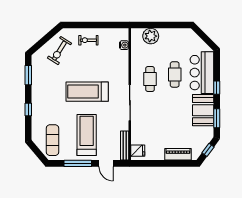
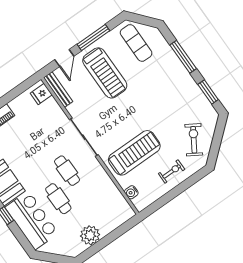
plant: (151, 36) -> (90, 235), moved
cafe table: (150, 79) -> (67, 171), moved
treadmill: (87, 92) -> (134, 153), moved
window: (28, 110) -> (183, 57), width x2.17
door: (106, 163) -> (64, 58), swing flipped

